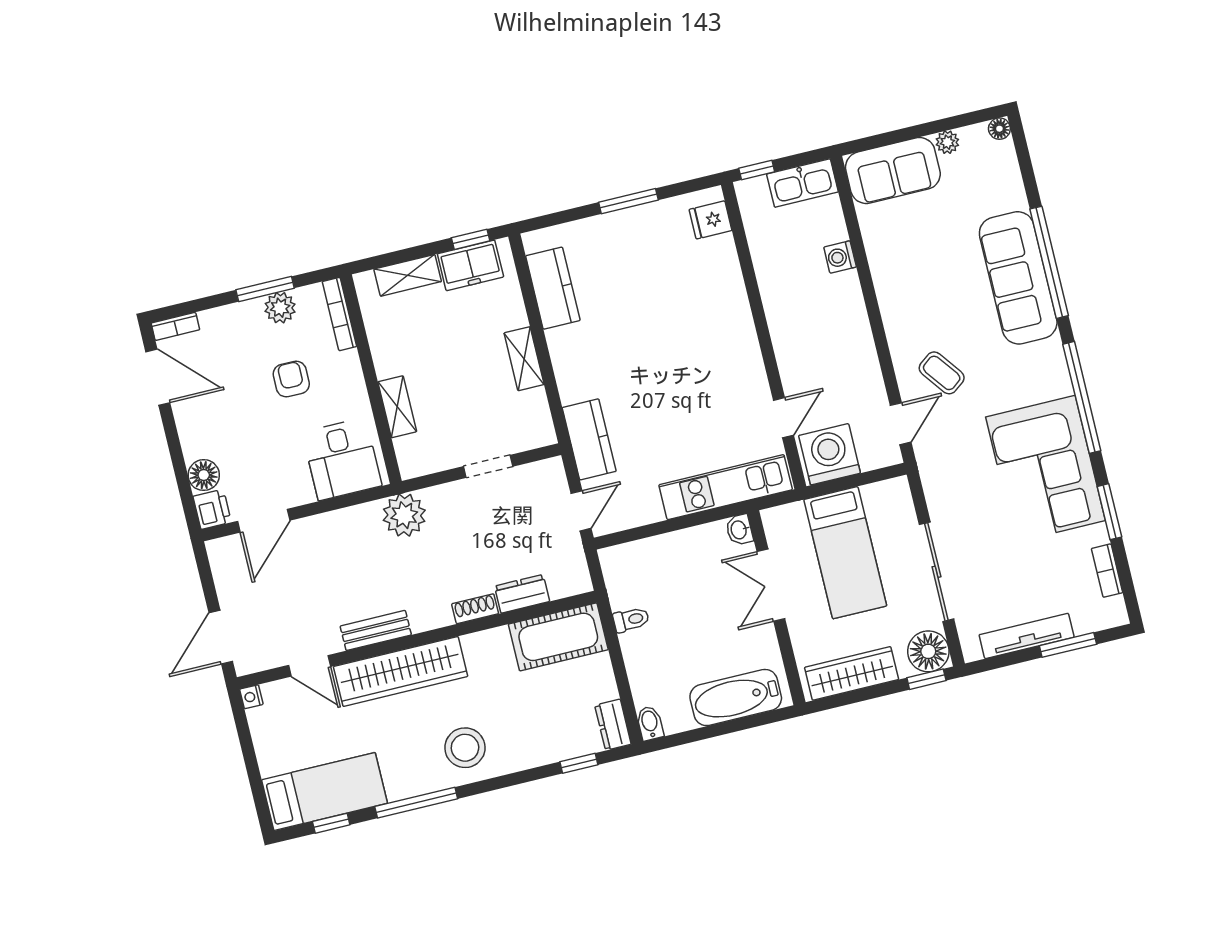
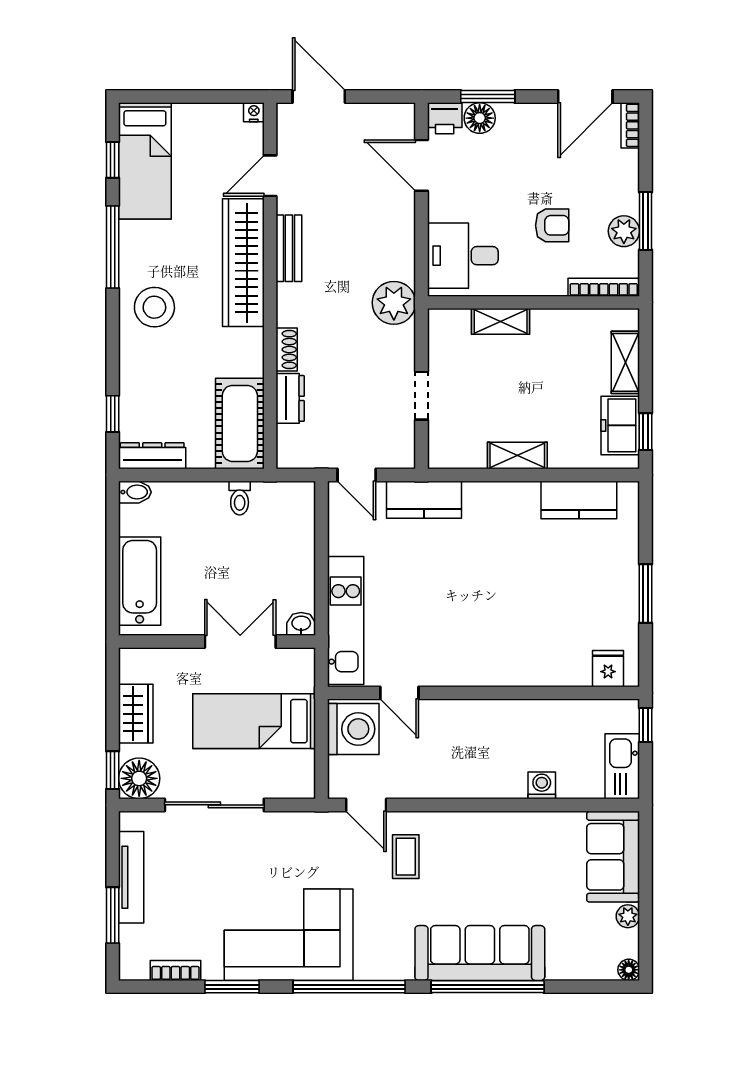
coffee table: (942, 373) -> (406, 857), turned -53
window: (181, 472) -> (488, 97), added
wardrobe: (852, 673) -> (136, 714), width x0.67
dresser: (613, 725) -> (152, 456), width x1.44

